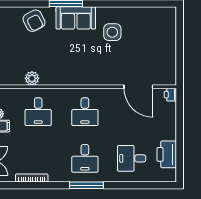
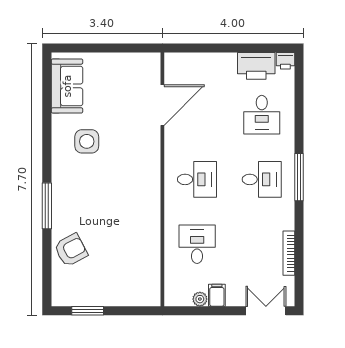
sofa: (76, 18) -> (67, 86), moved
plant: (32, 78) -> (151, 253), removed
printer: (170, 95) -> (285, 61), moved
desk: (38, 112) -> (197, 244), turned -90

